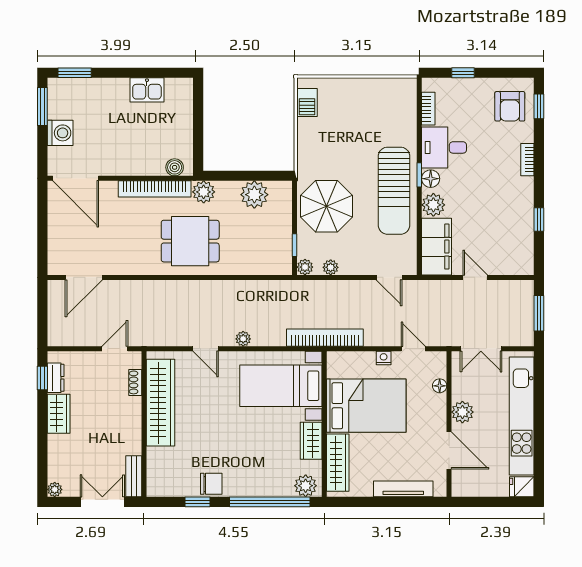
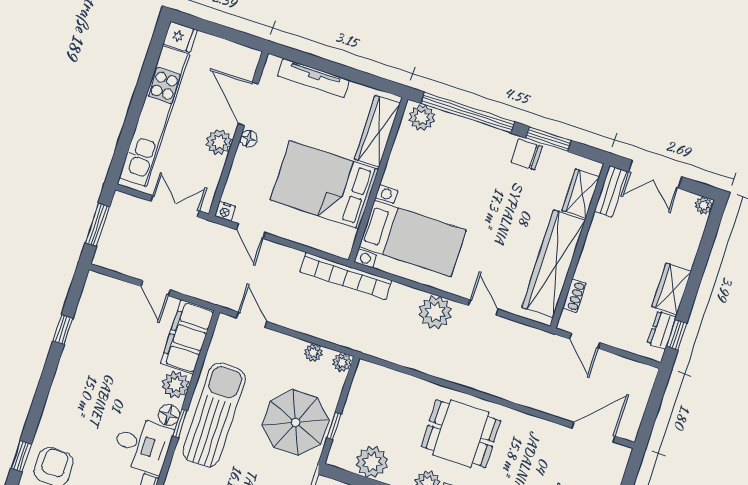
bookcase: (527, 160) -> (54, 401), removed
window: (295, 245) -> (334, 426), moved
plant: (243, 339) -> (435, 312), width x1.87, depth x1.87
door: (115, 349) -> (585, 341), hinge flipped
nightstand: (384, 358) -> (225, 211), moved
floor lamp: (440, 386) -> (249, 138), moved
wardrobe: (311, 441) -> (581, 194), moved, turned 180
window: (198, 502) -> (549, 139), width x1.50

